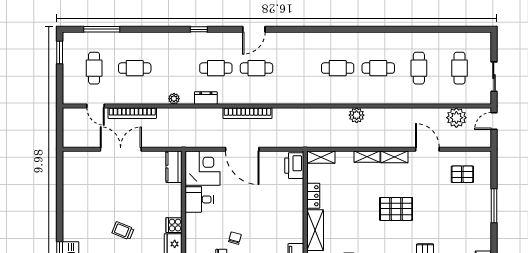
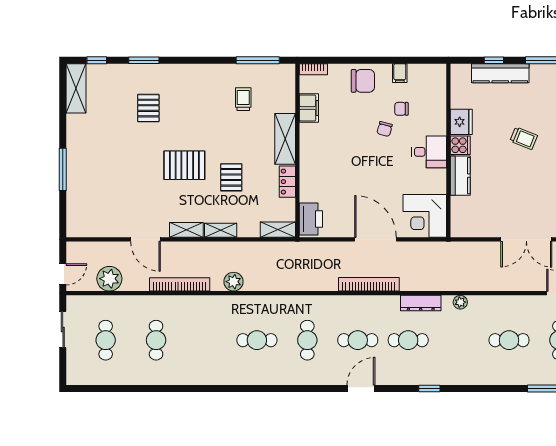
cafe table: (378, 68) -> (307, 340), moved, turned 90
dresser: (206, 98) -> (421, 303), width x1.44
bookcase: (132, 113) -> (180, 284), moved
kitchen counter: (174, 167) -> (460, 176), moved
pallet: (462, 174) -> (231, 177), moved, turned 90
desk: (199, 199) -> (429, 152), moved

